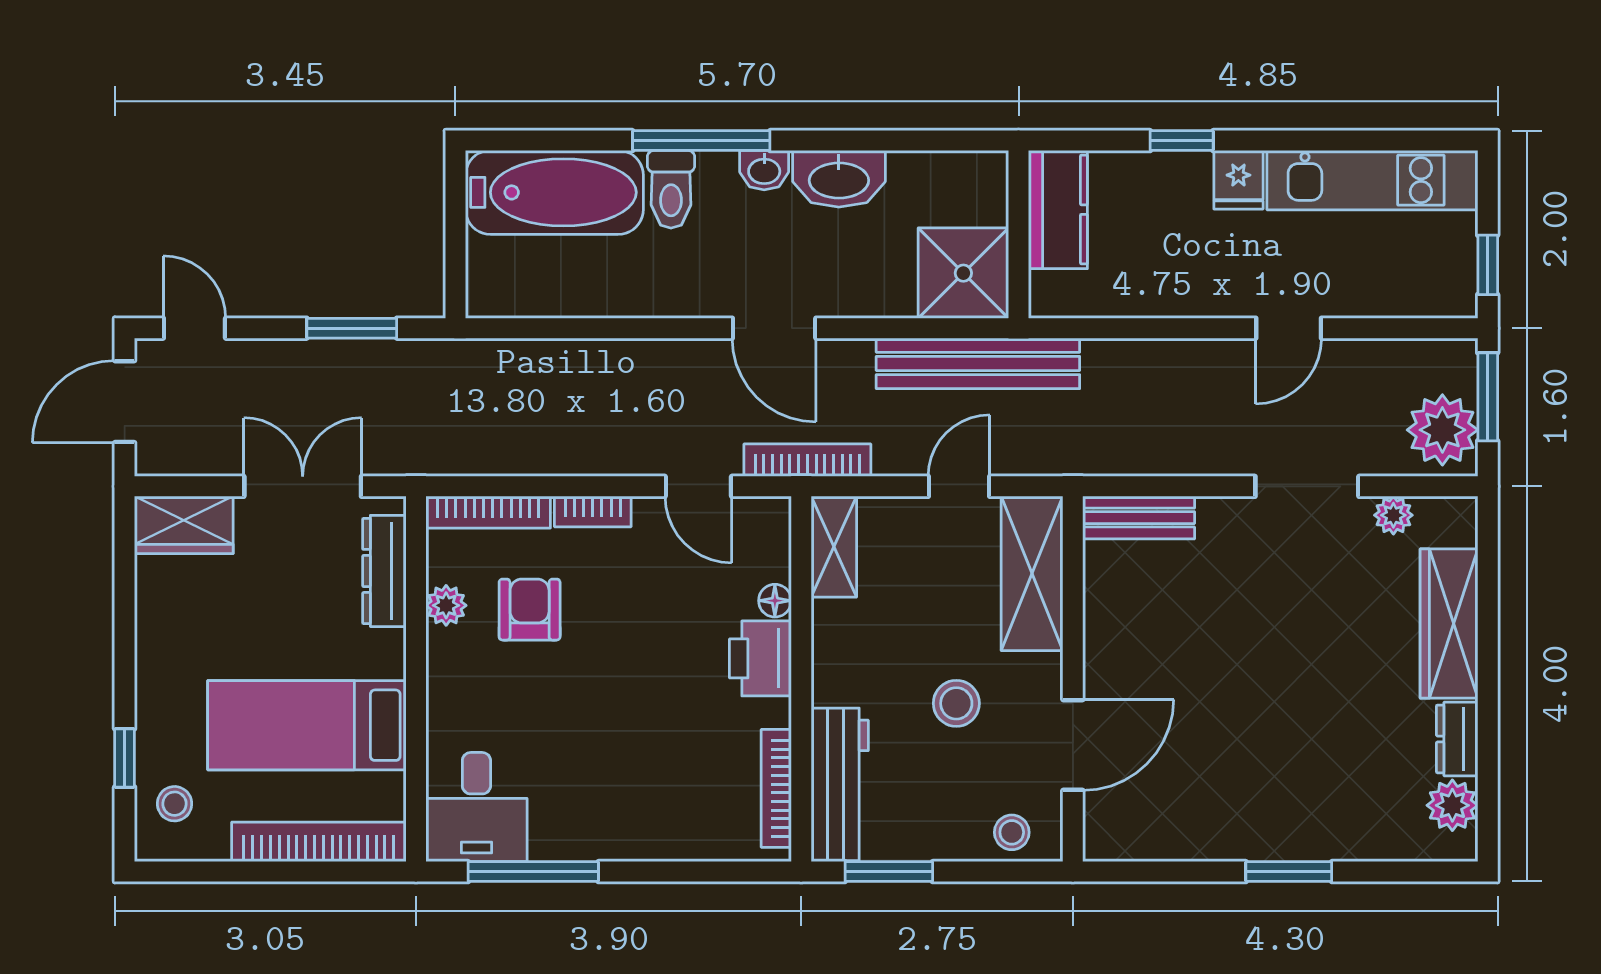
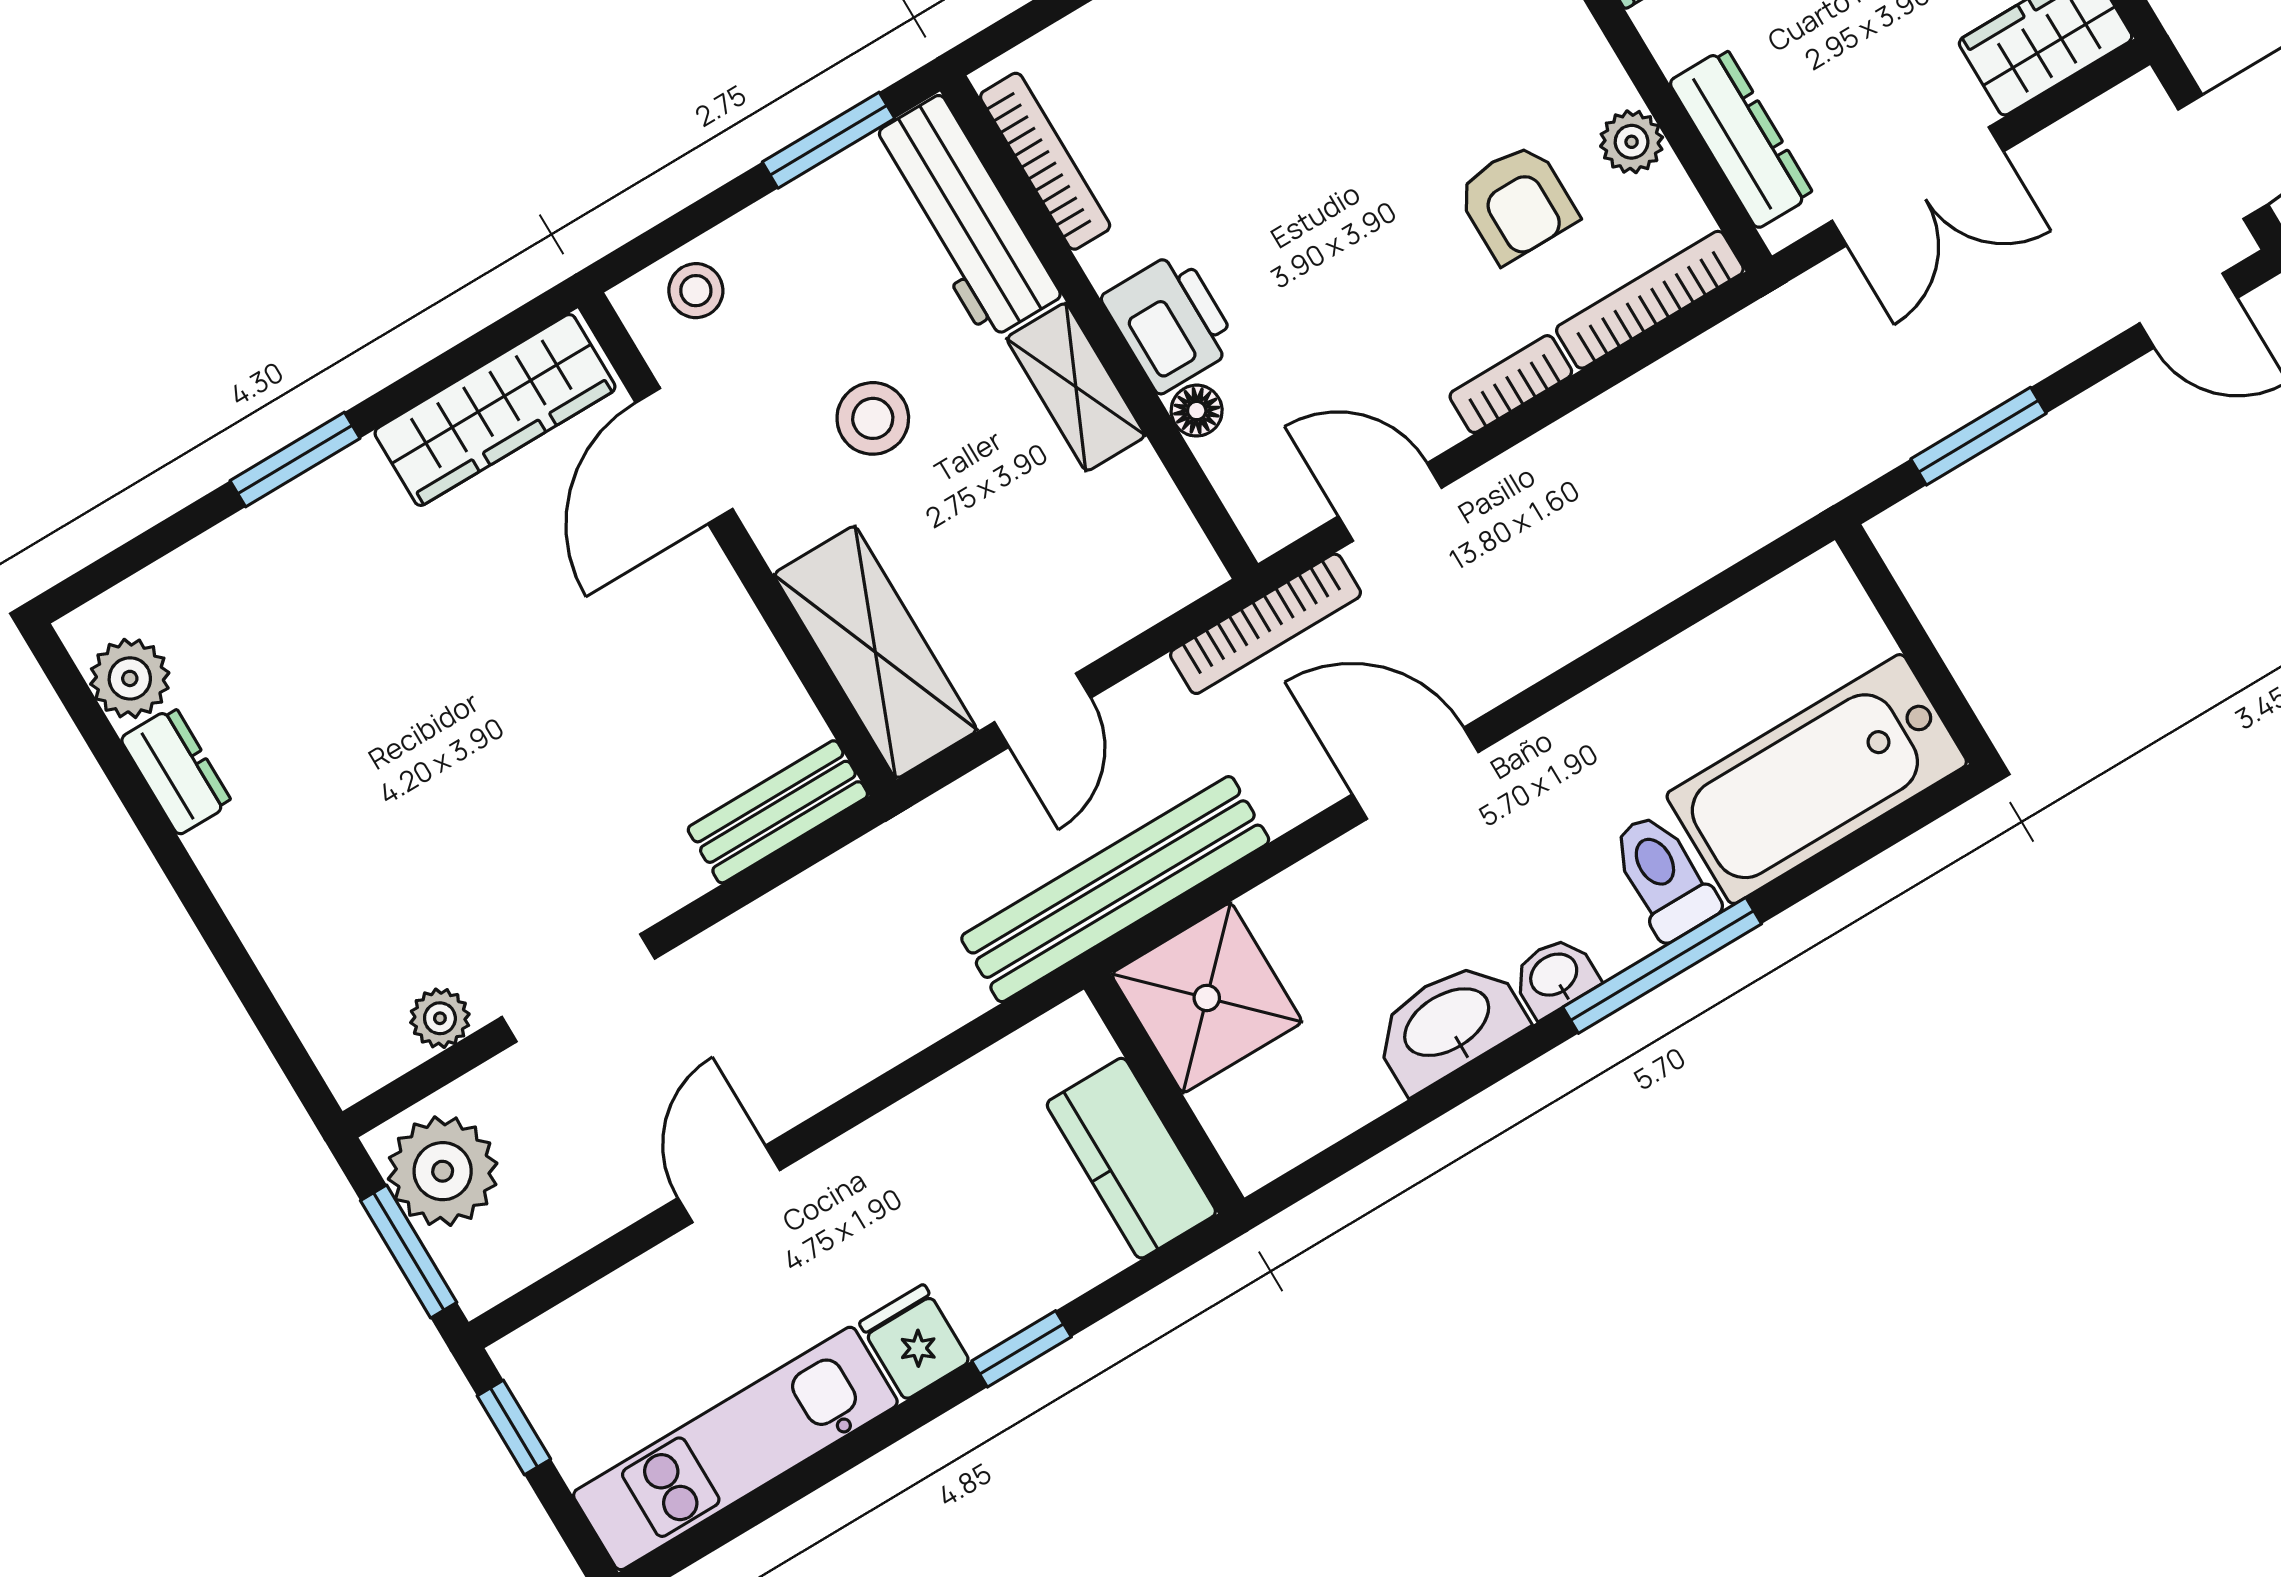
shelving: (834, 547) -> (1076, 387), moved
wardrobe: (1449, 624) -> (495, 410), moved, turned 90

